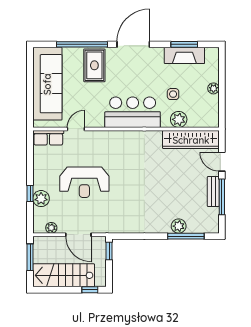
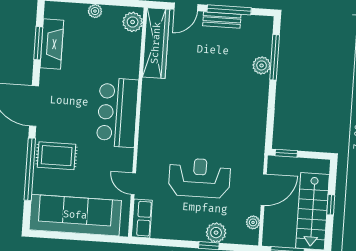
side table: (173, 94) -> (99, 61), removed
plant: (179, 119) -> (133, 22), moved
reception desk: (84, 182) -> (200, 178), turned -90
window: (90, 290) -> (331, 205), moved

